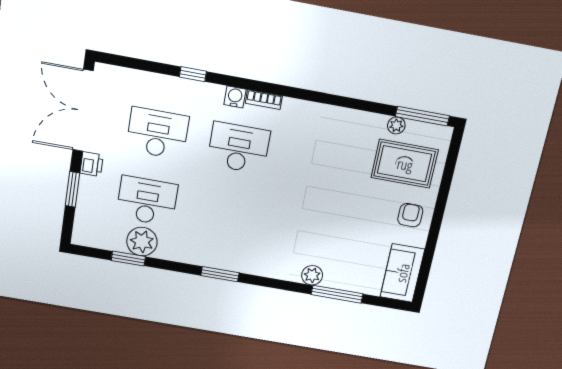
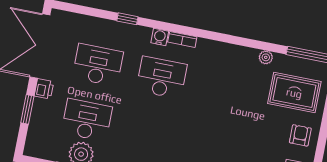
plant: (396, 125) -> (266, 57), moved

